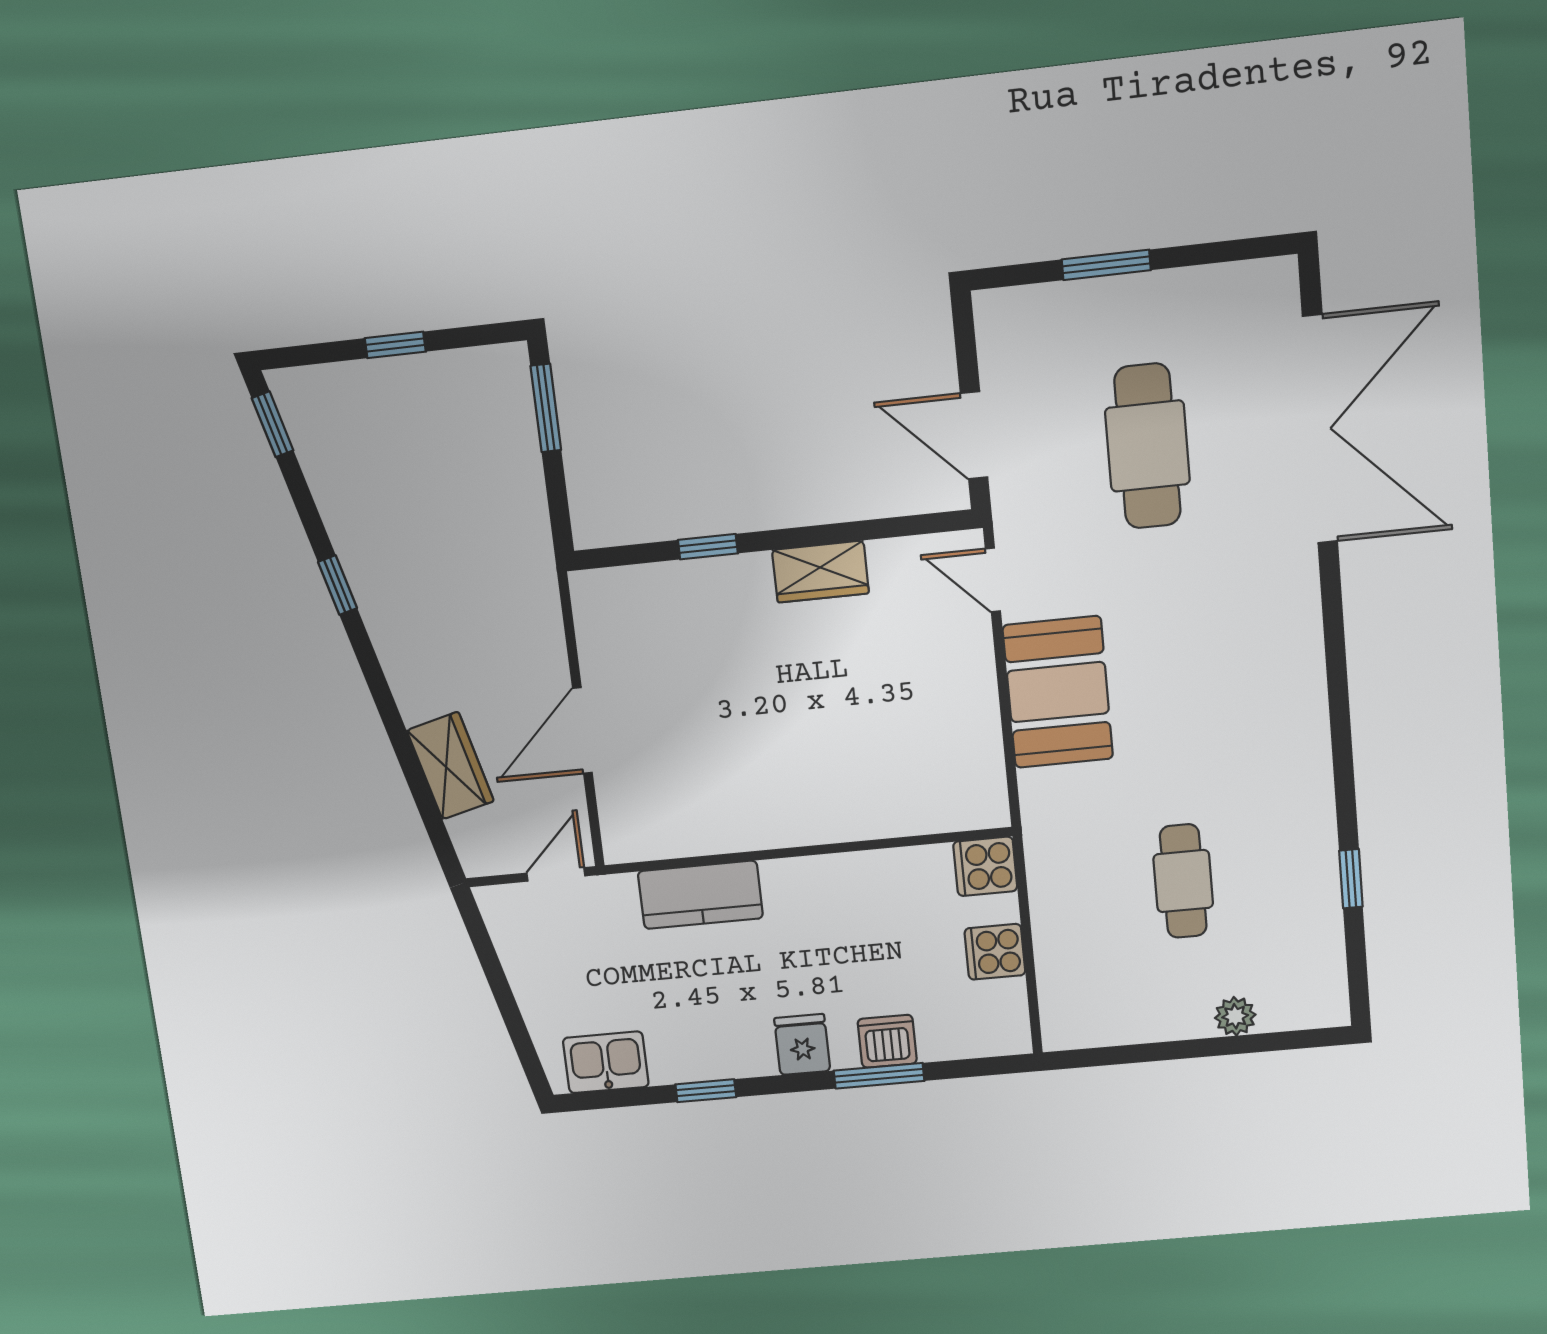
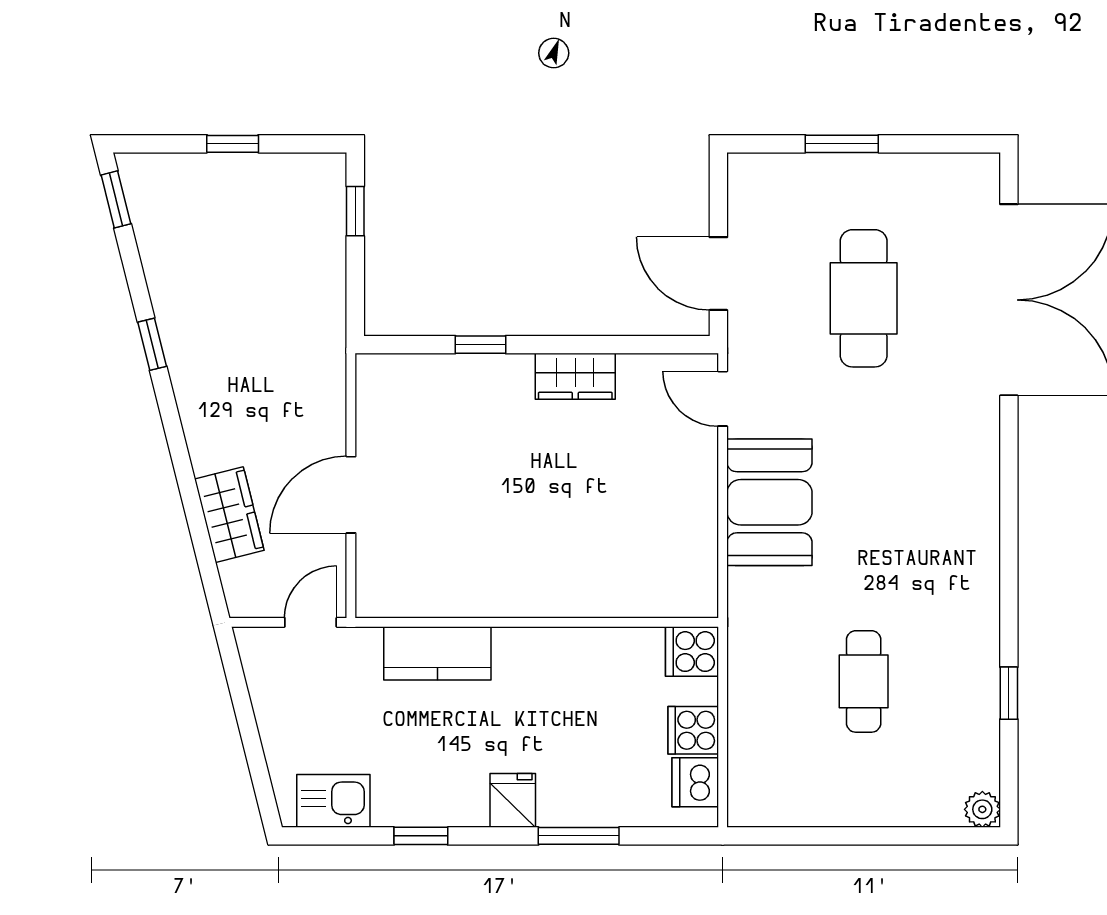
window: (546, 408) -> (355, 211), width x0.67
plant: (1235, 1016) -> (982, 809), moved
dishwasher: (887, 1041) -> (695, 782), moved, turned -90

